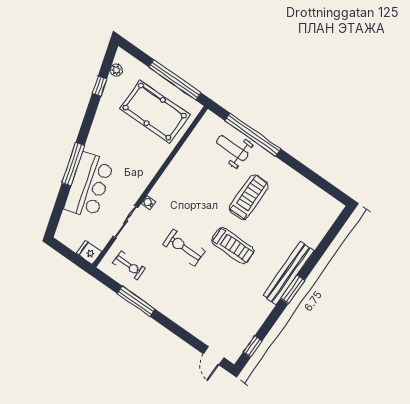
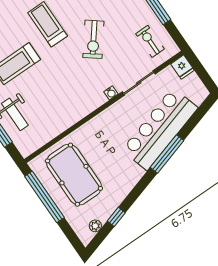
bar counter: (89, 186) -> (160, 129), width x1.36
exercise bike: (184, 248) -> (93, 39), turned 38

